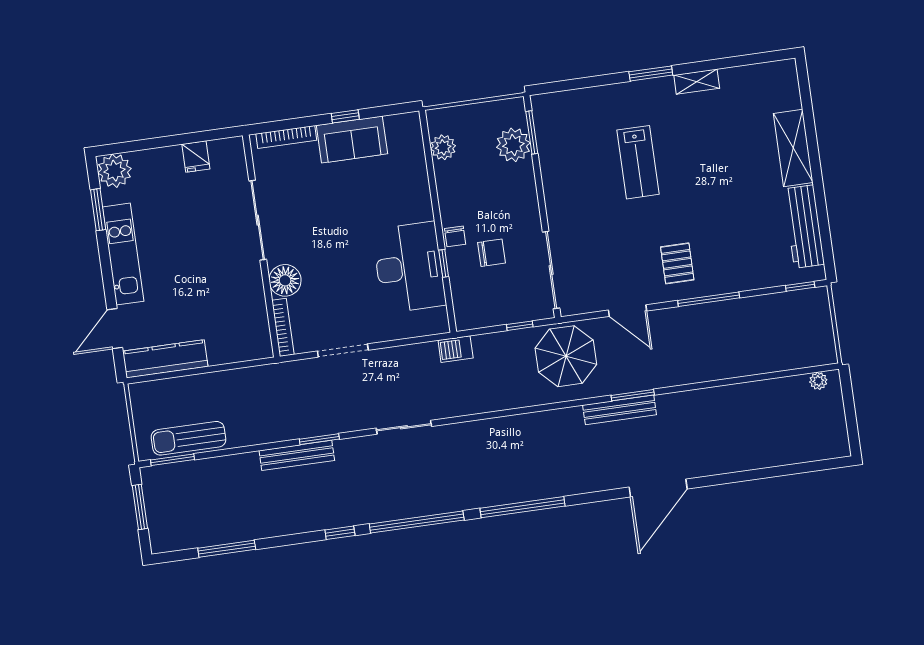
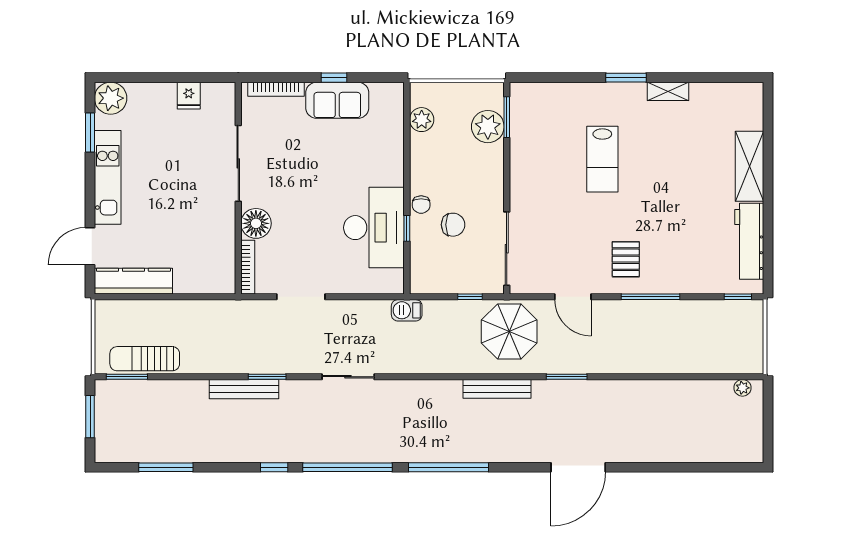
bench: (620, 410) -> (497, 389), moved

